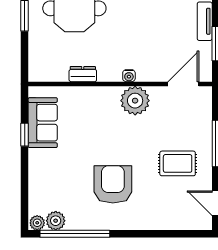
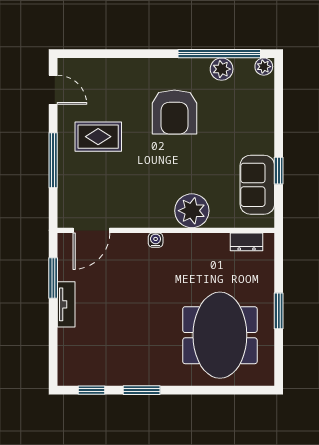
dresser: (83, 74) -> (247, 242), moved
plant: (135, 101) -> (192, 211), moved
plant: (56, 221) -> (222, 69), moved

